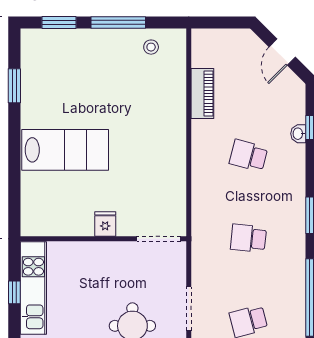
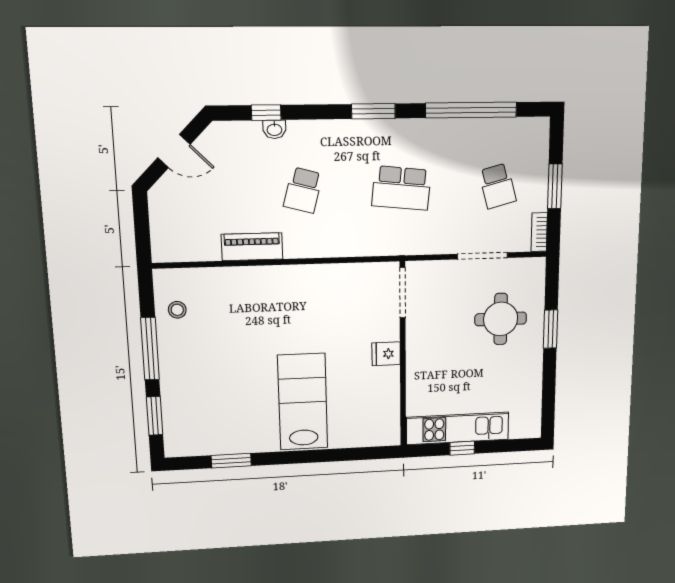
piano: (202, 93) -> (252, 247), moved
school desk: (248, 238) -> (401, 188), width x1.85

